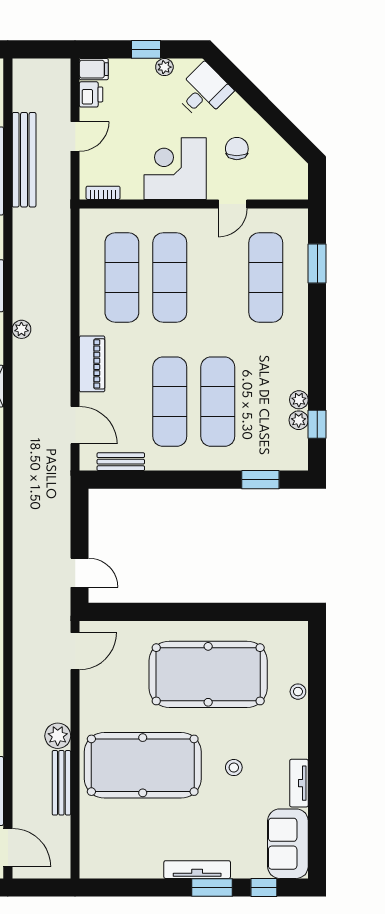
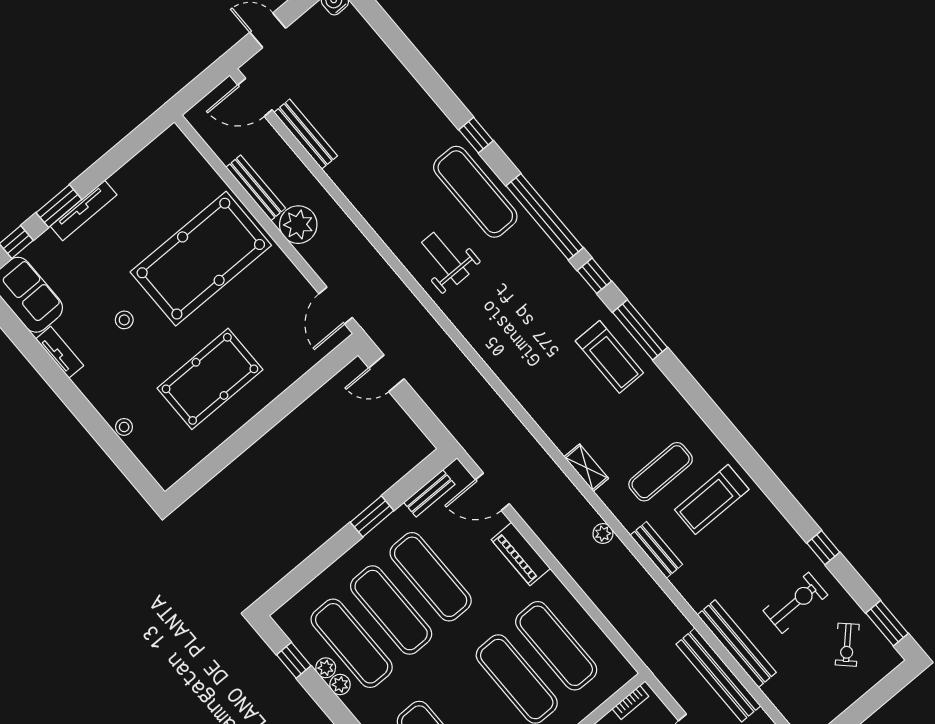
exercise mat: (266, 402) -> (352, 643), added
plant: (299, 420) -> (340, 684), moved
window: (260, 480) -> (372, 516), moved
pool table: (208, 674) -> (210, 379), width x0.73, depth x0.76
plant: (58, 736) -> (298, 225), width x1.36, depth x1.36

